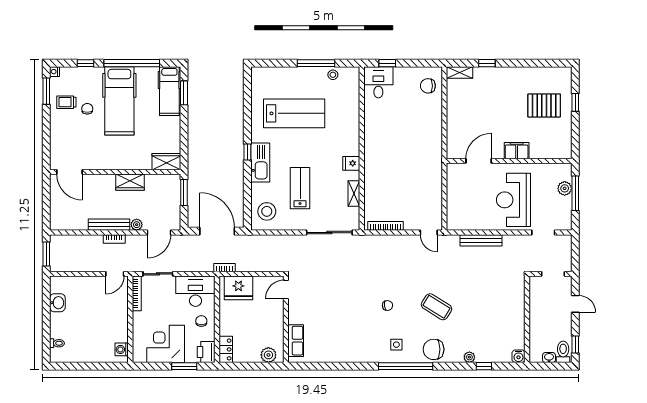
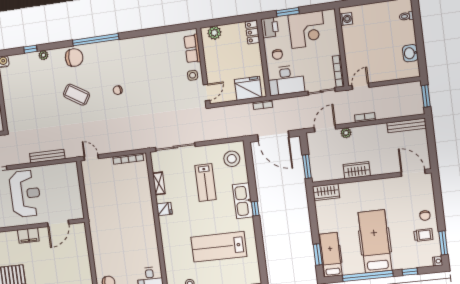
chair: (87, 109) -> (425, 215), moved
bench: (109, 225) -> (407, 125), moved
side table: (396, 345) -> (193, 75), moved

